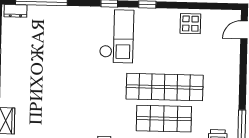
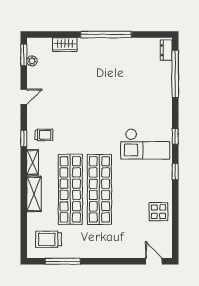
shop shelf: (164, 119) -> (70, 189), width x1.40

